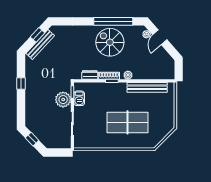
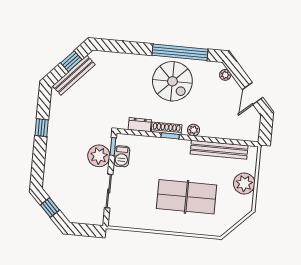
door: (160, 37) -> (253, 94), moved
spiral stairs: (110, 42) -> (172, 81), turned 180
plant: (167, 109) -> (244, 184), added

